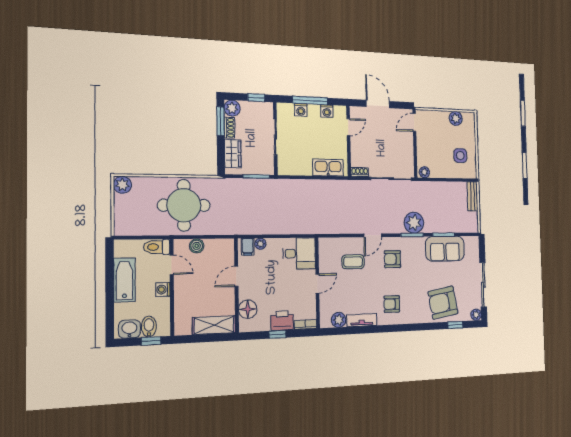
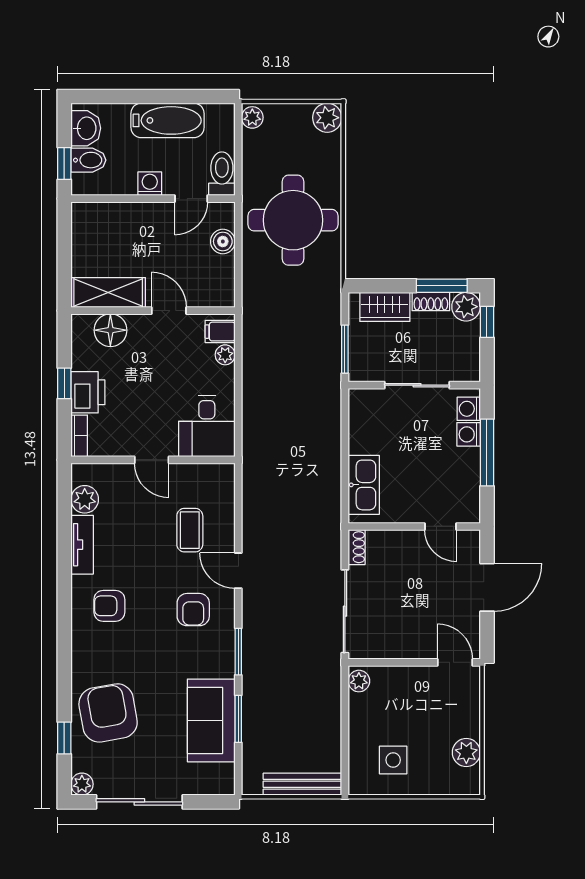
window: (256, 98) -> (487, 322), moved
washing machine: (327, 111) -> (469, 409), moved
bench: (472, 196) -> (302, 784), width x1.36
plant: (414, 223) -> (252, 117), moved, width x0.53, depth x0.53
armchair: (392, 259) -> (193, 610), turned 180
armchair: (392, 304) -> (109, 606), turned -90
shelving: (214, 325) -> (108, 292), moved, turned 90

